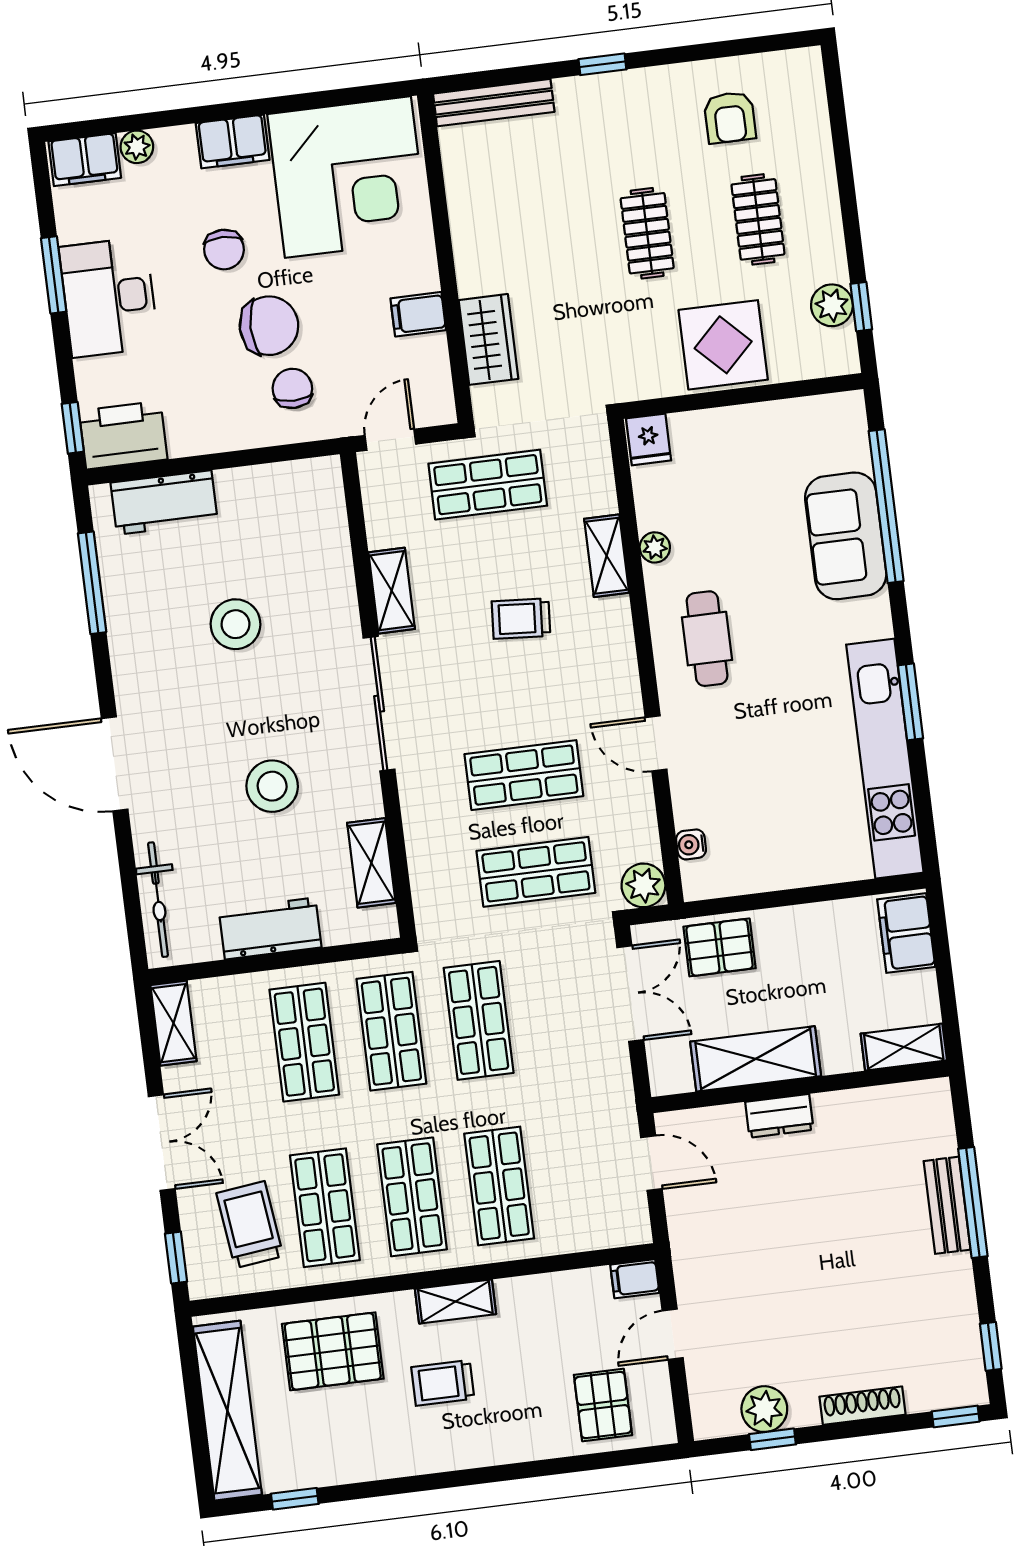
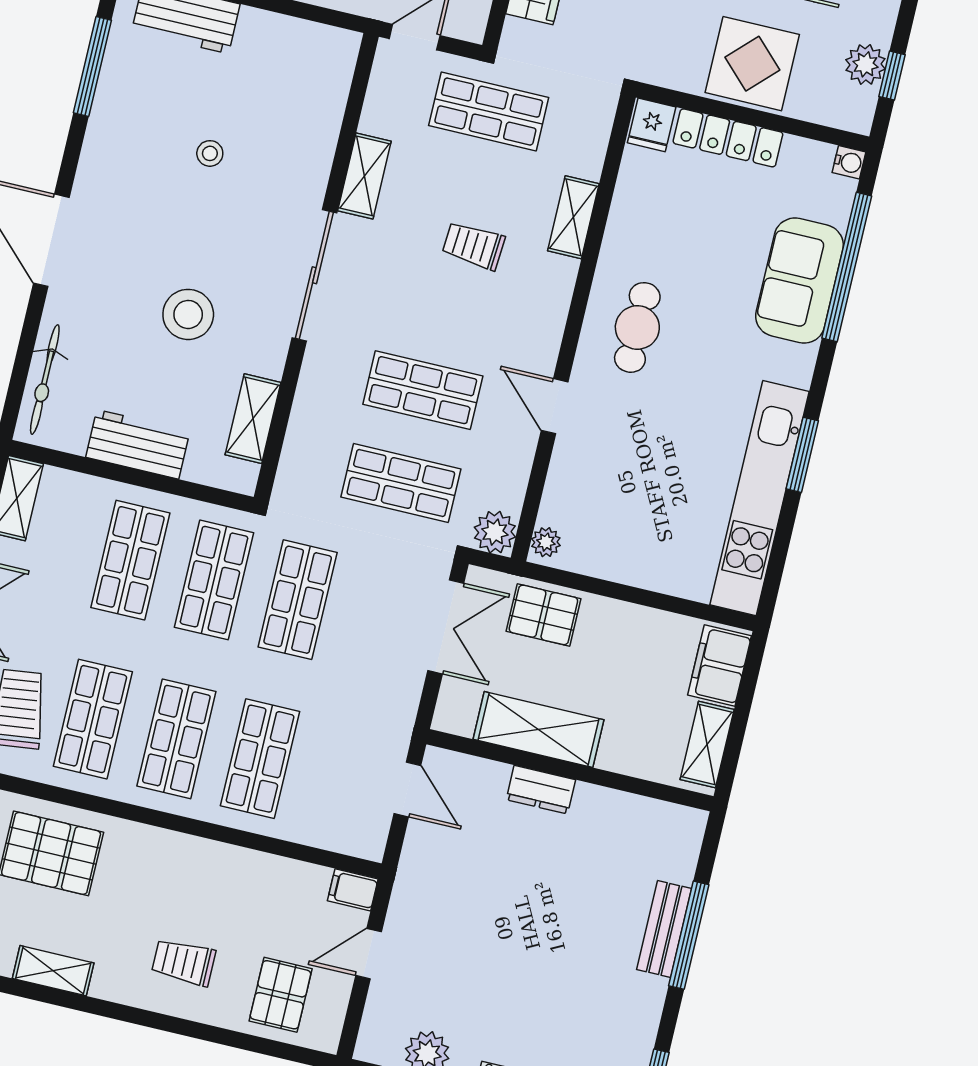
locker: (726, 425) -> (728, 138), added
plant: (655, 547) -> (546, 542), moved
stool: (236, 624) -> (210, 153), width x0.53, depth x0.53
water cooler: (691, 844) -> (849, 162), moved, turned 180
shelving: (904, 1047) -> (707, 744), moved, turned 90
shelving: (455, 1302) -> (53, 971), moved
trolley: (443, 1383) -> (184, 962), moved

